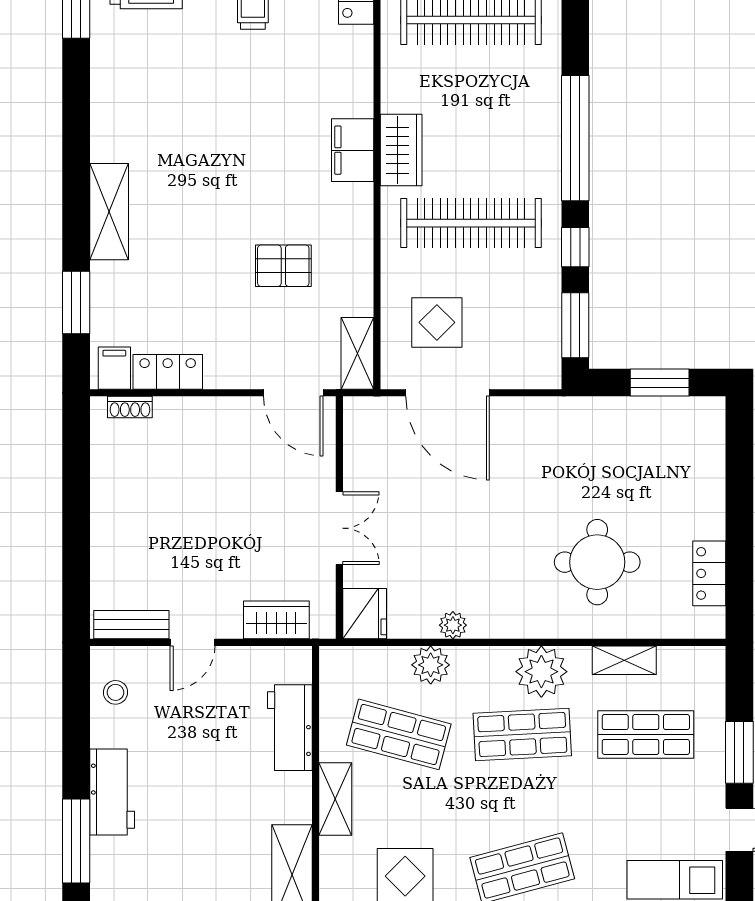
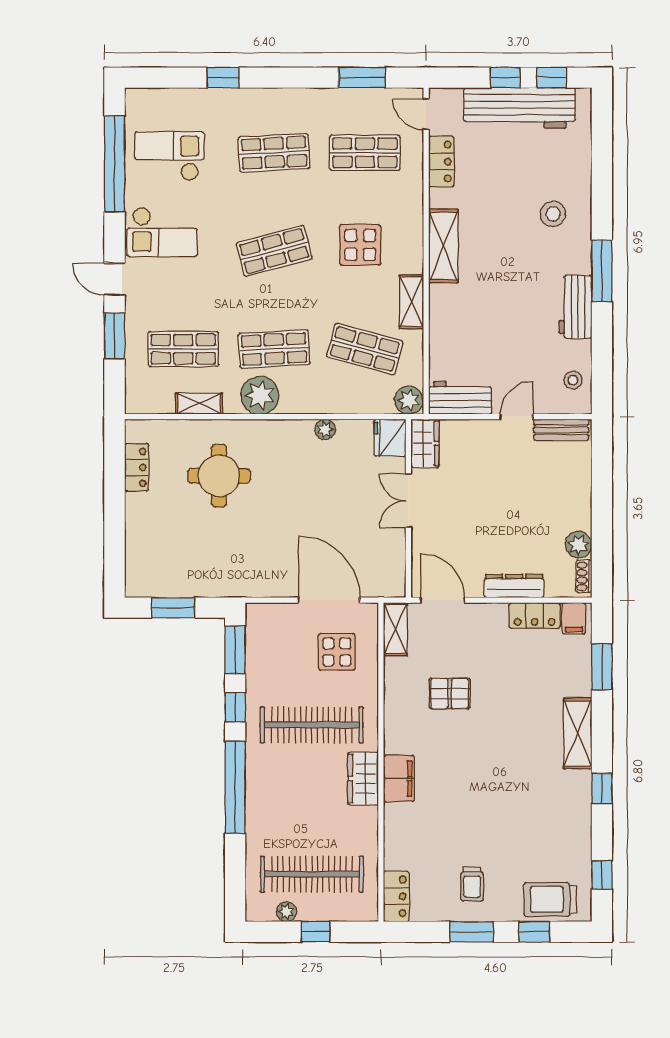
window: (76, 137) -> (602, 788), added
shoe rack: (130, 407) -> (584, 576), moved, turned -90
dresser: (196, 412) -> (514, 586), added
plant: (108, 468) -> (579, 545), added
wardrobe: (276, 620) -> (425, 443), moved, turned -90
plant: (431, 665) -> (409, 400), moved
workbench: (290, 728) -> (460, 398), moved, turned -90

